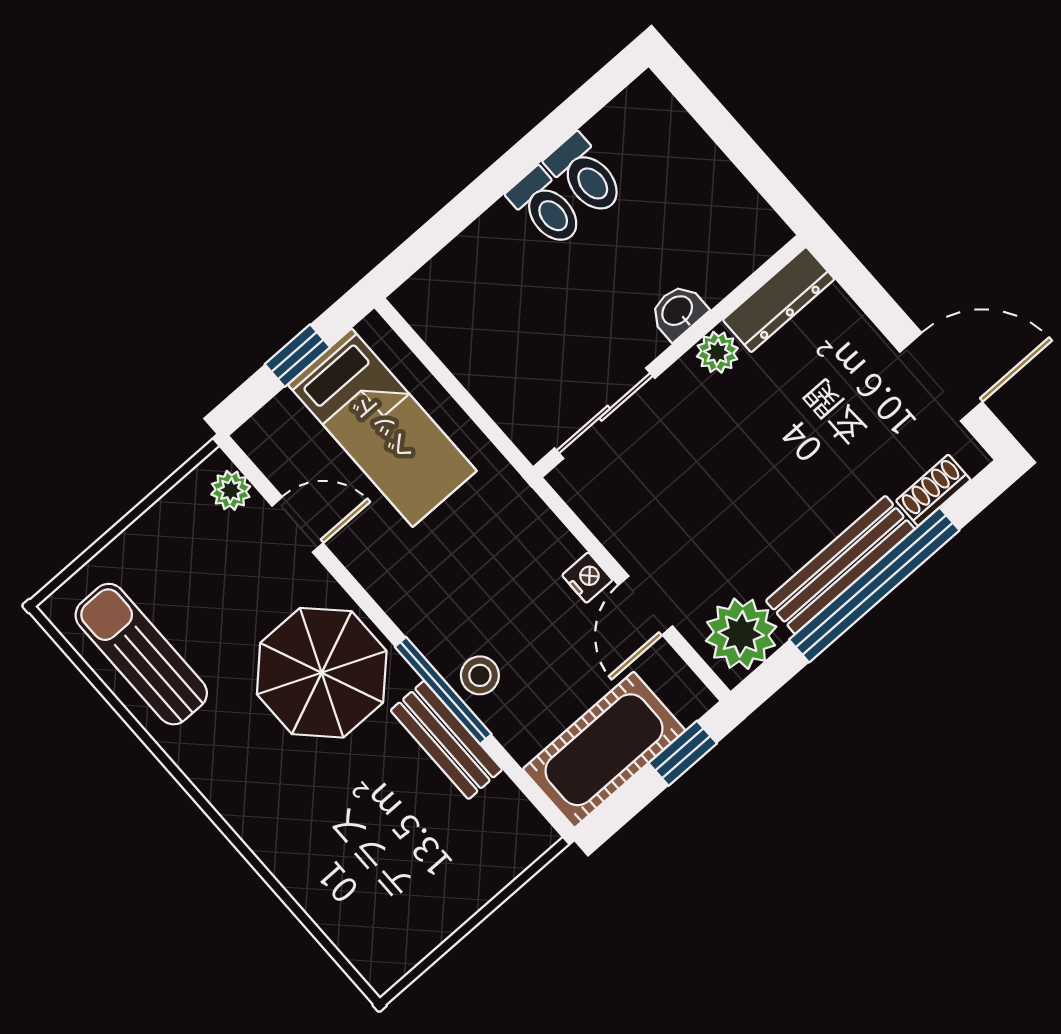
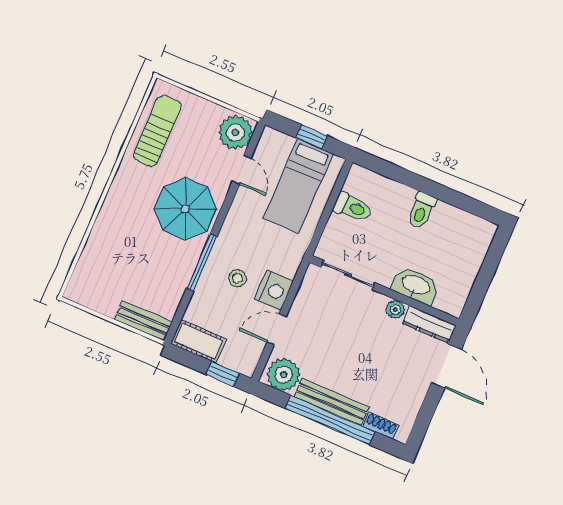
toilet: (585, 175) -> (352, 207), moved, turned -90
washbasin: (678, 311) -> (416, 286), width x1.91, depth x1.45
door: (941, 377) -> (446, 366), moved
plant: (231, 490) -> (235, 132), width x1.87, depth x1.87
nightstand: (587, 578) -> (274, 290), width x1.89, depth x1.79
stool: (480, 675) -> (237, 278), moved
bench: (446, 740) -> (143, 321), moved, turned 90
cot: (604, 750) -> (199, 341), width x0.73, depth x0.75

